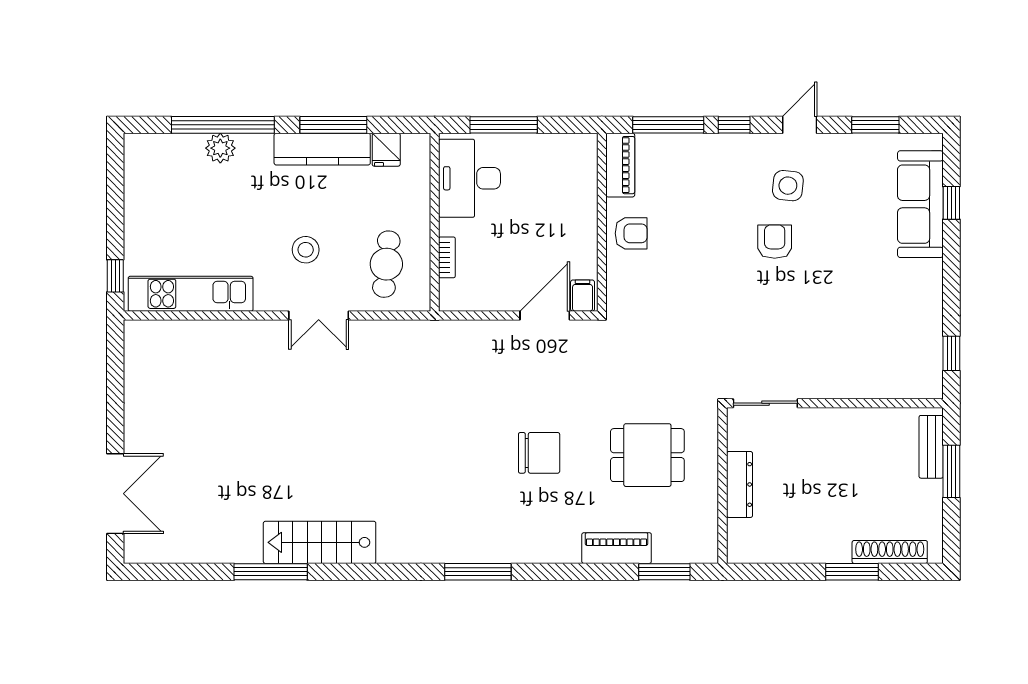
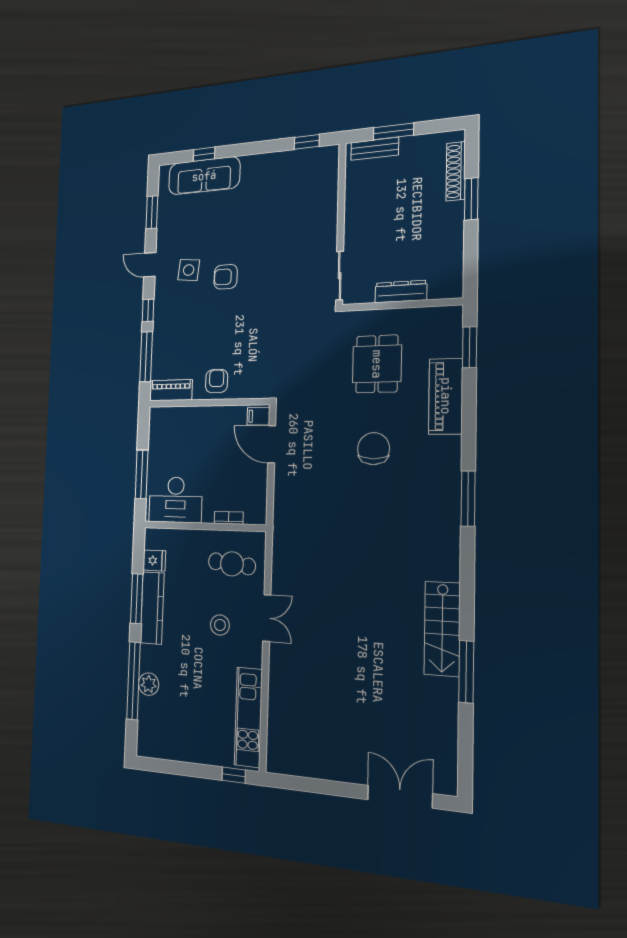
piano: (617, 548) -> (446, 396), width x1.37, depth x1.33

